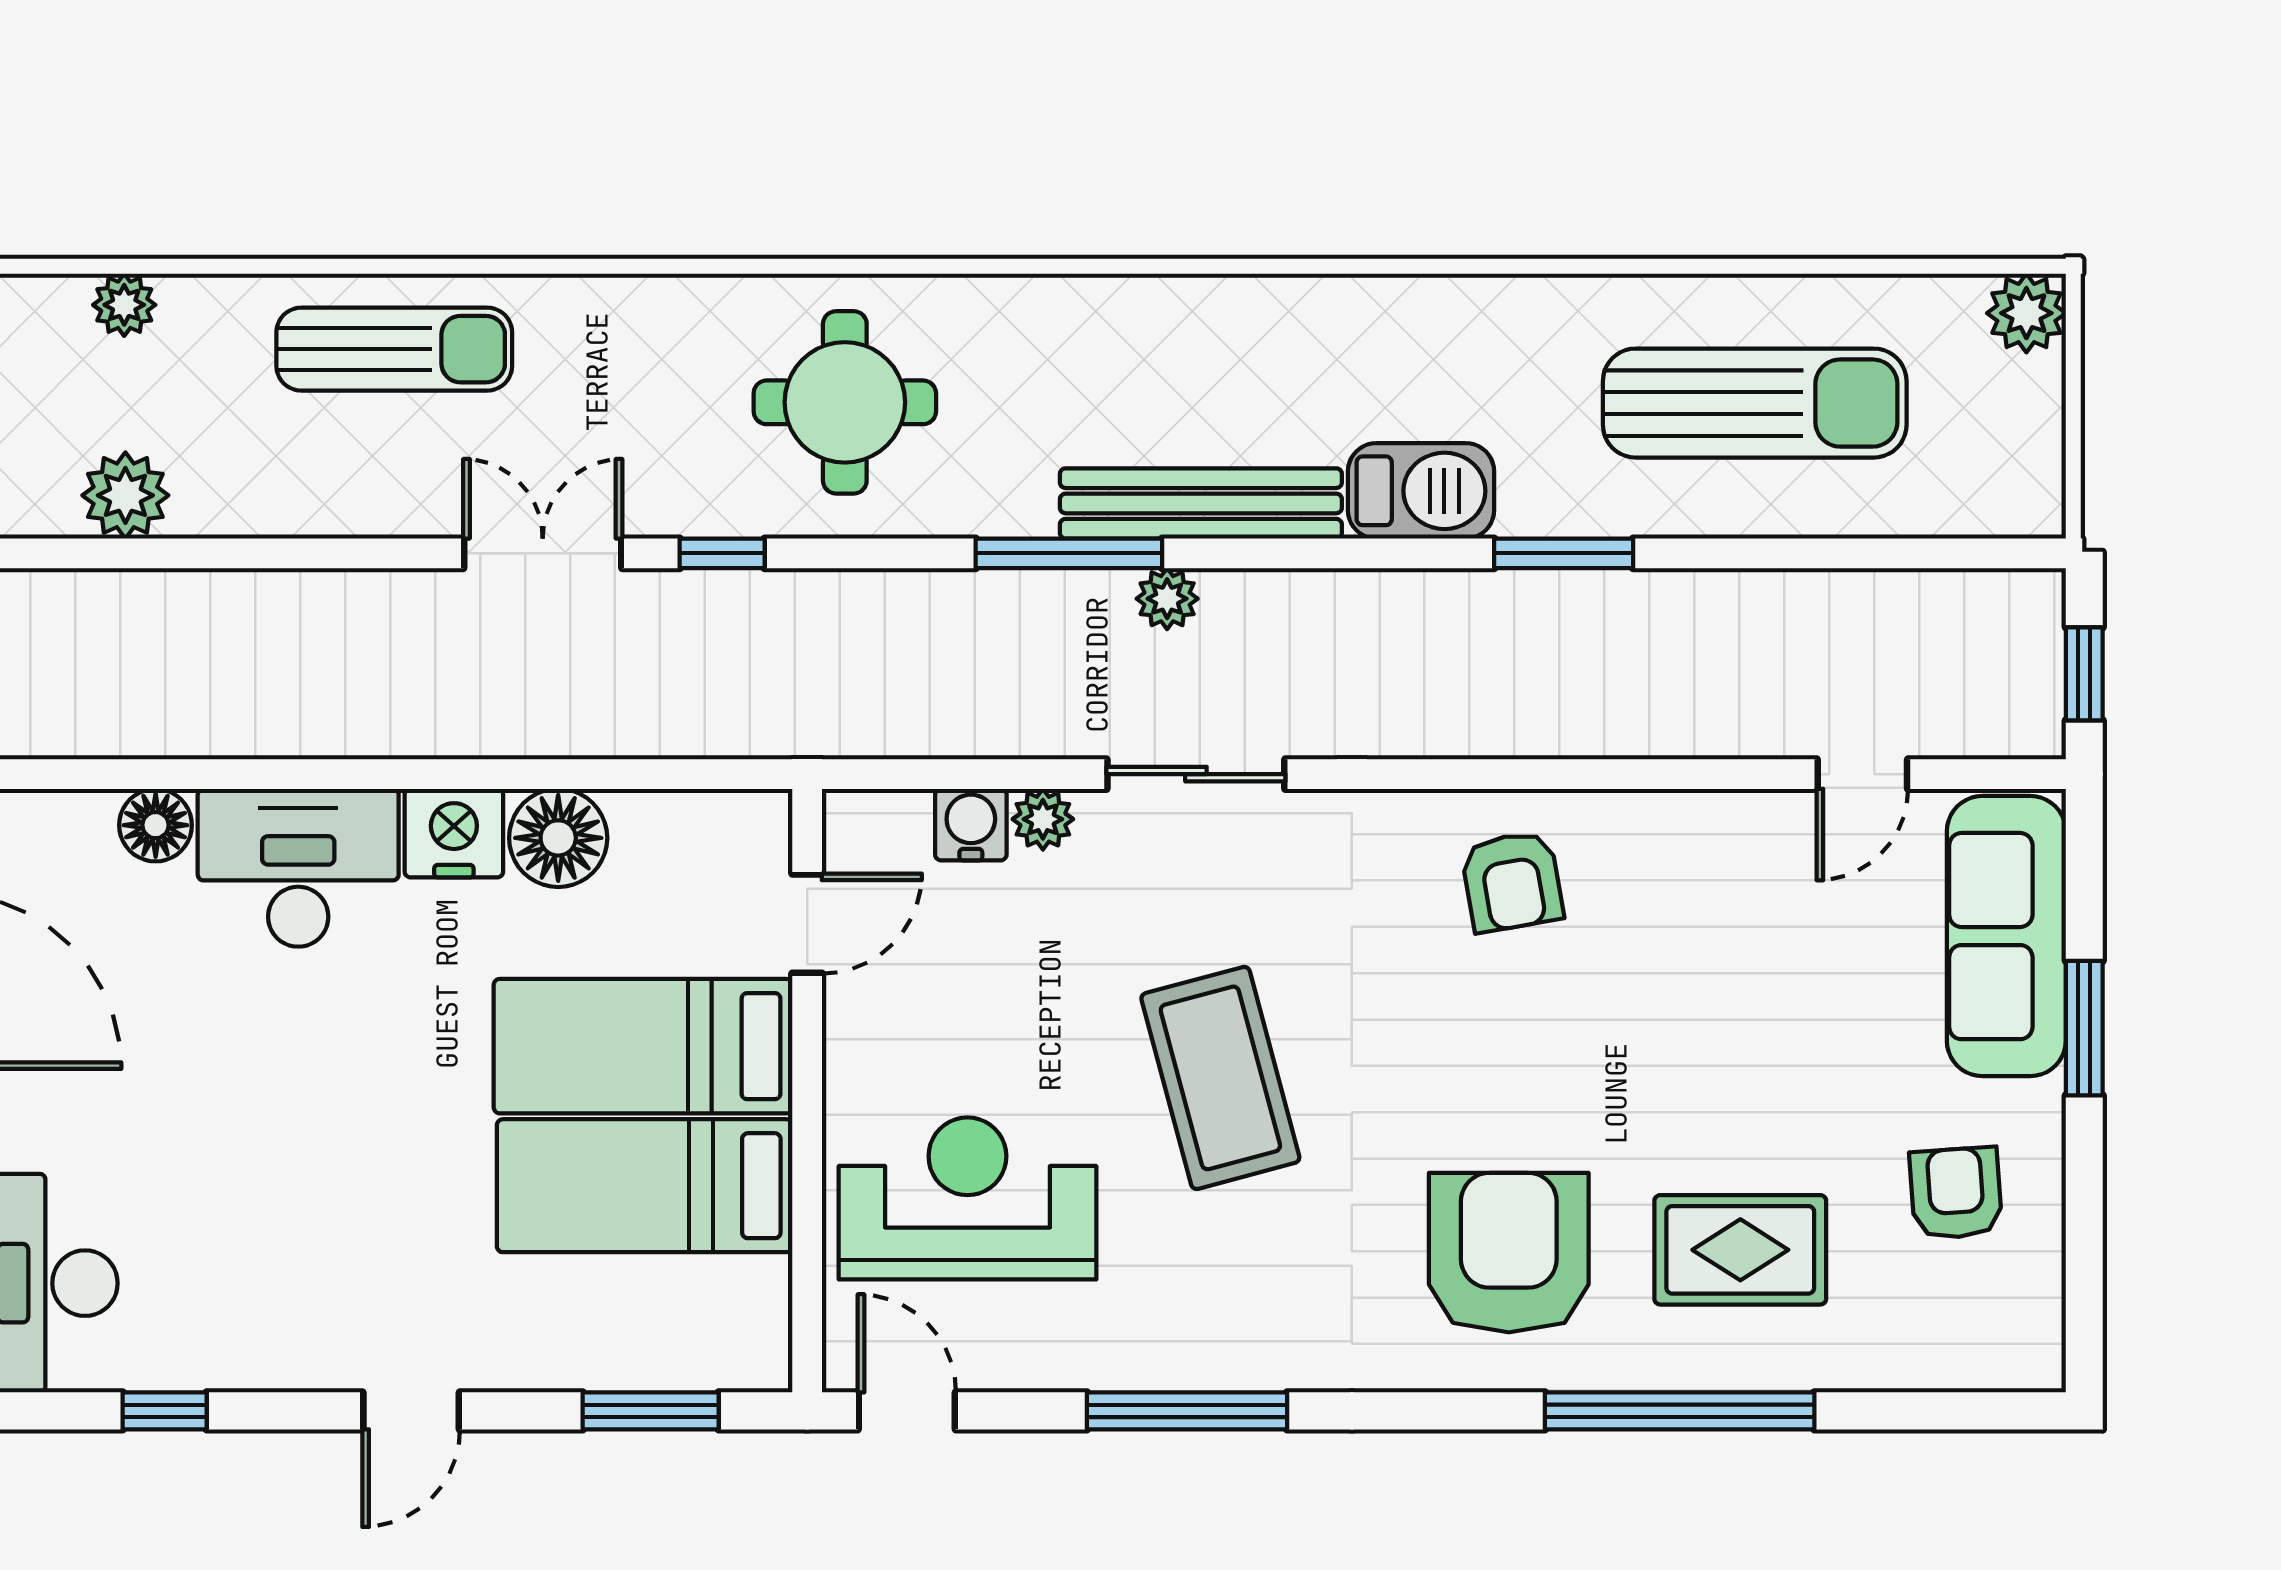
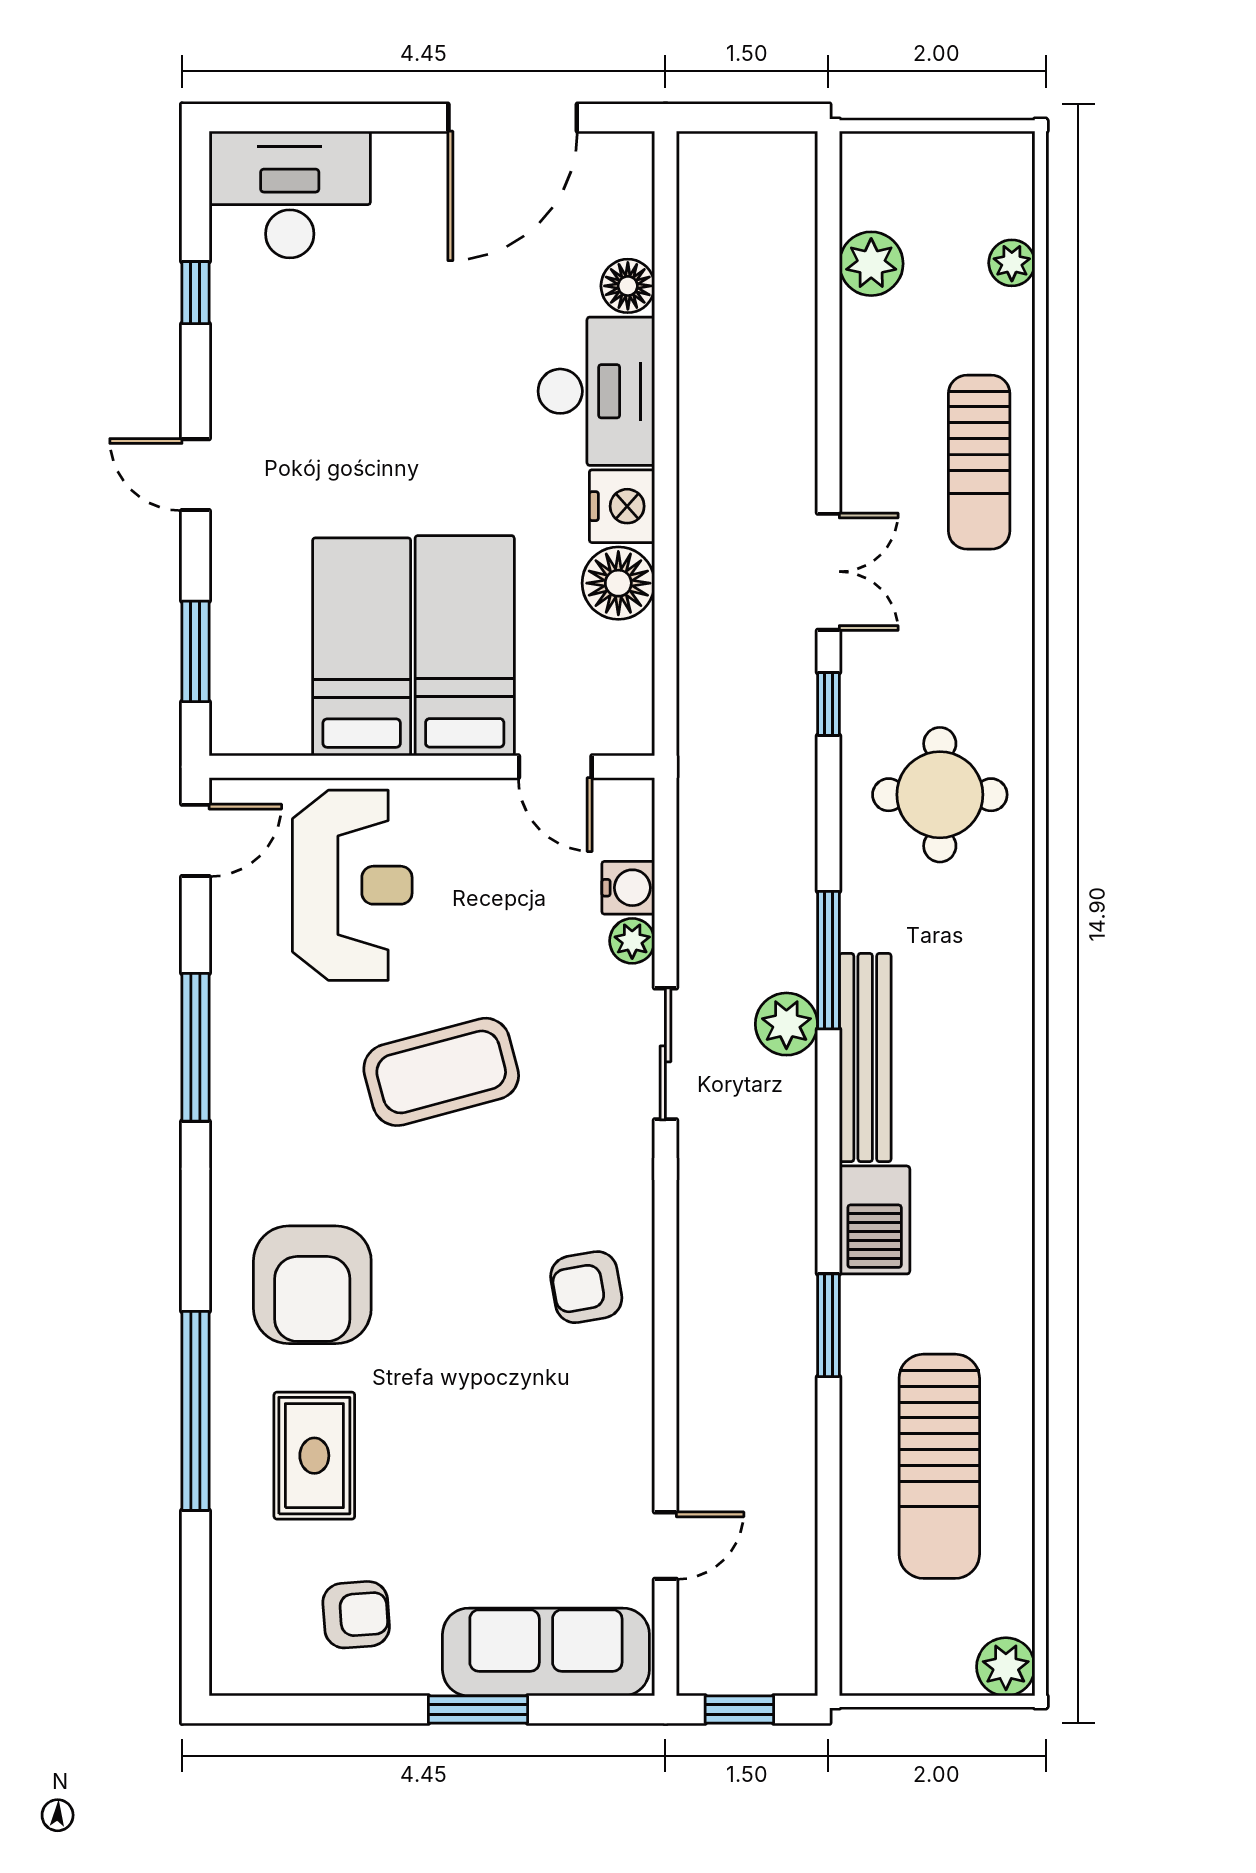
plant: (1167, 599) -> (786, 1024), width x1.38, depth x1.38
door: (1862, 774) -> (665, 1546), swing flipped
armchair: (1509, 1253) -> (312, 1285), turned 90

